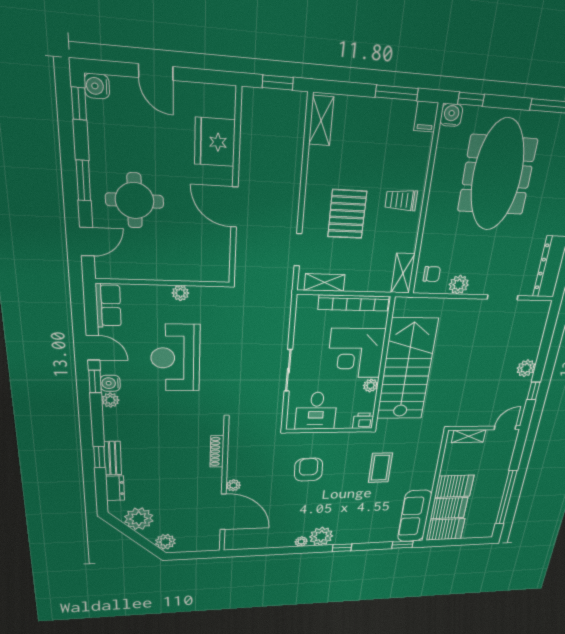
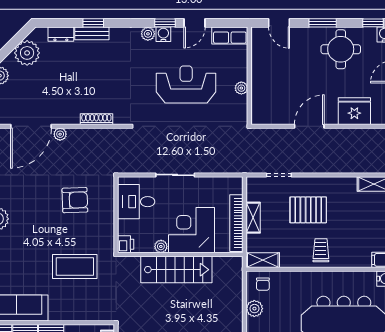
round table: (135, 201) -> (341, 49), moved
shelving: (324, 282) -> (253, 218), moved
stairs: (407, 370) -> (176, 270), width x0.73, depth x0.66
coffee table: (380, 468) -> (75, 266), width x1.36, depth x1.32

